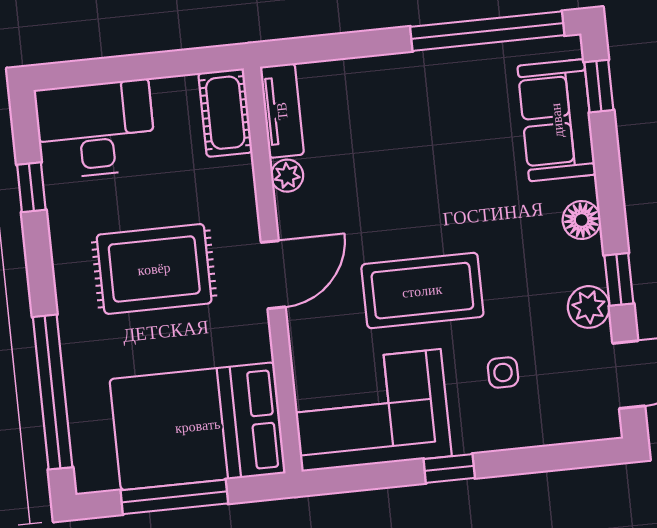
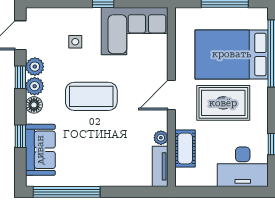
window: (599, 86) -> (20, 136), moved
cot: (225, 113) -> (185, 148), moved
plant: (584, 263) -> (35, 86), added
coffee table: (422, 291) -> (91, 96), moved
bed: (198, 426) -> (232, 54), moved, turned 180

